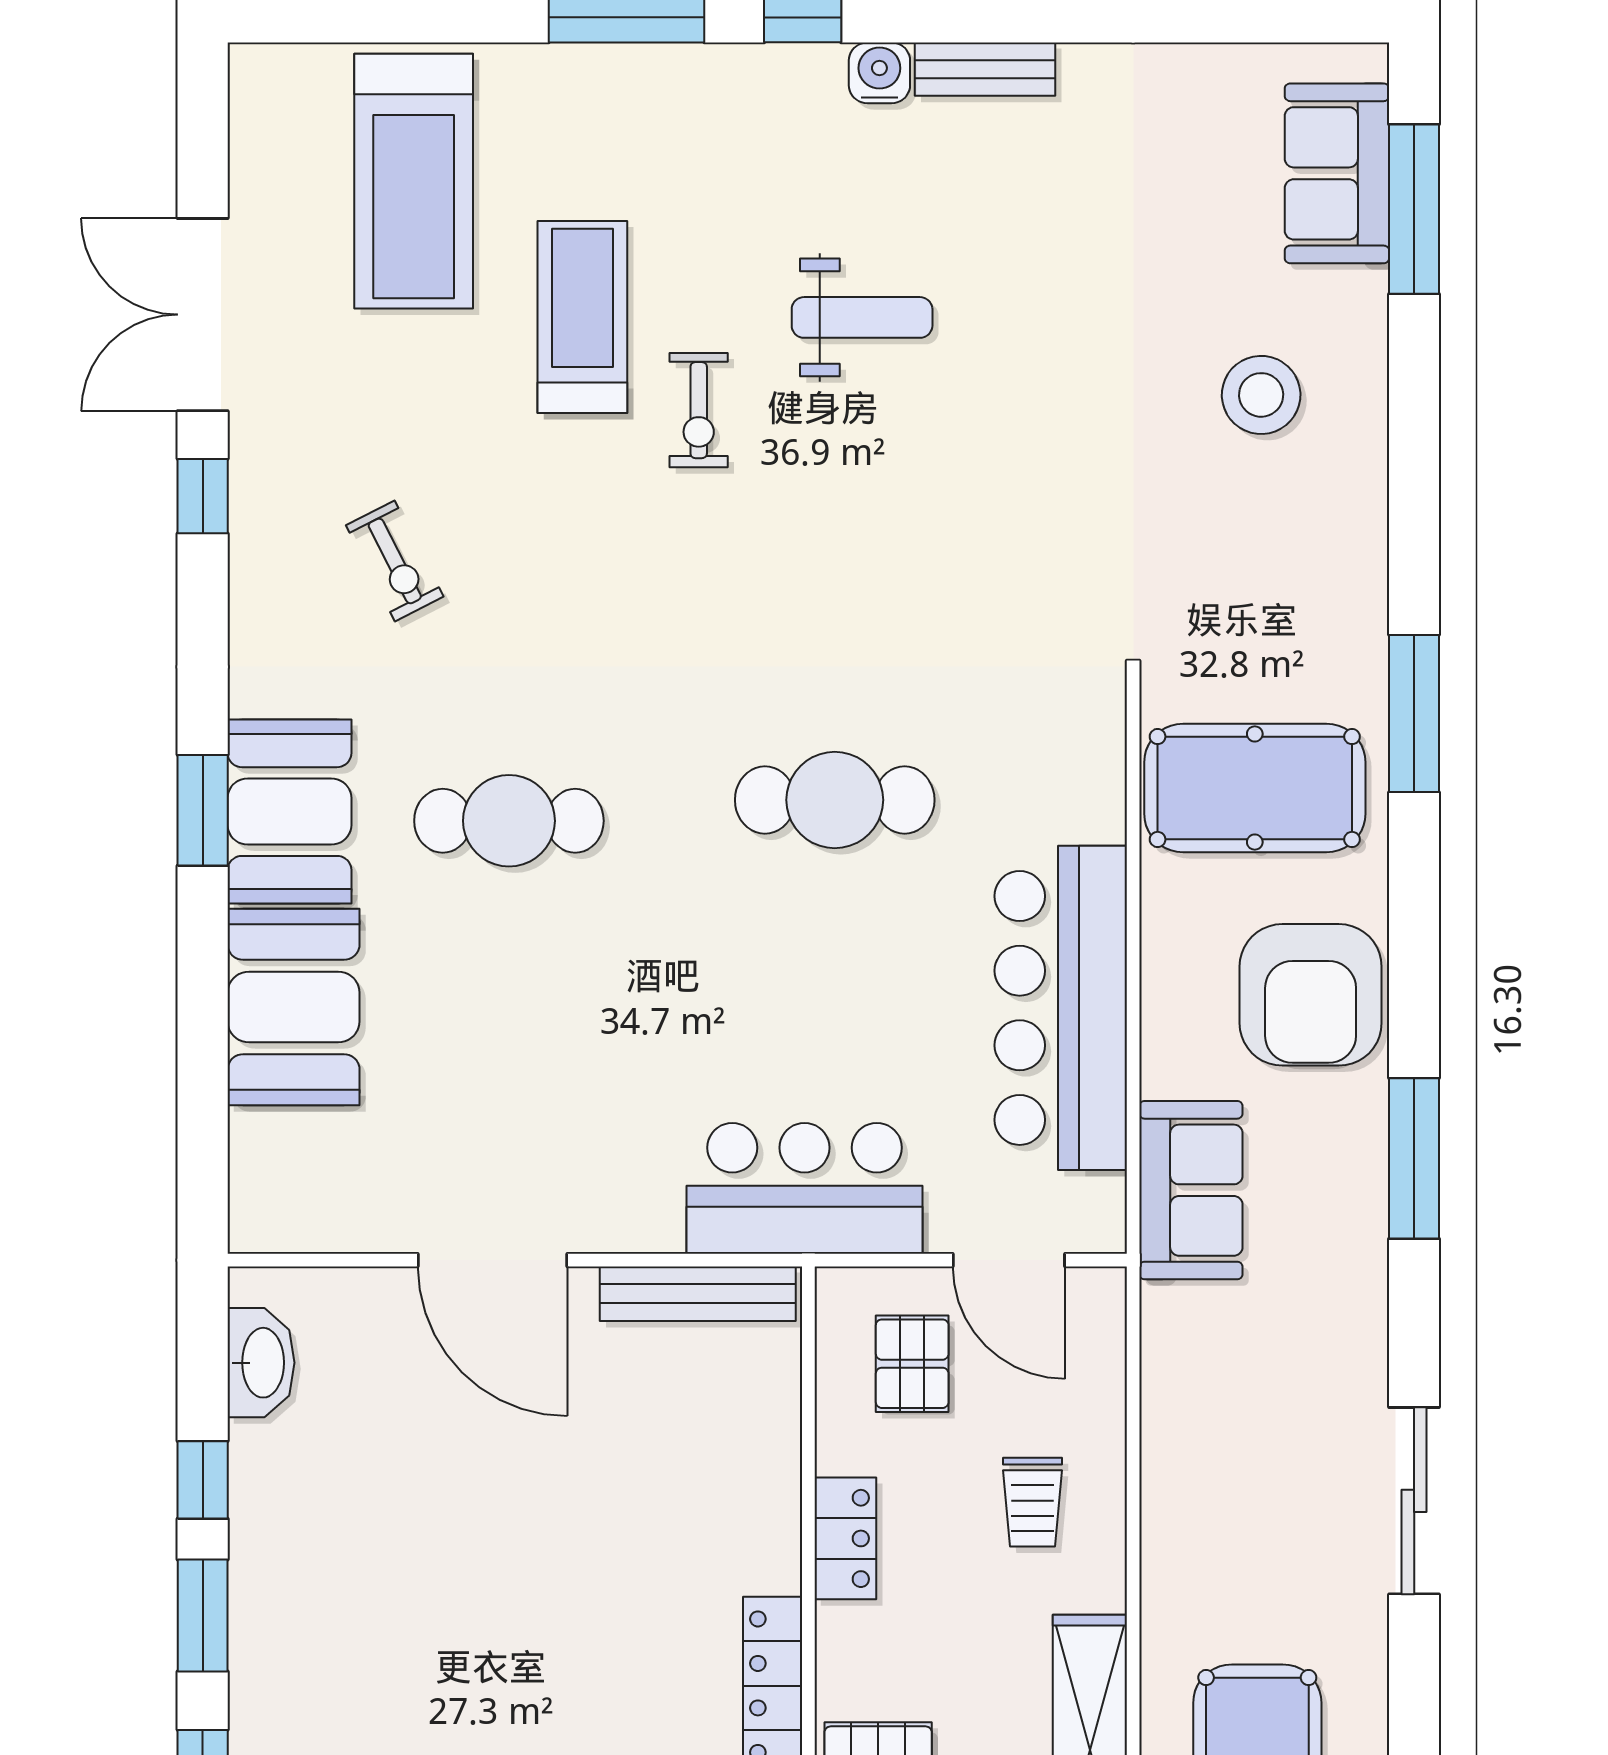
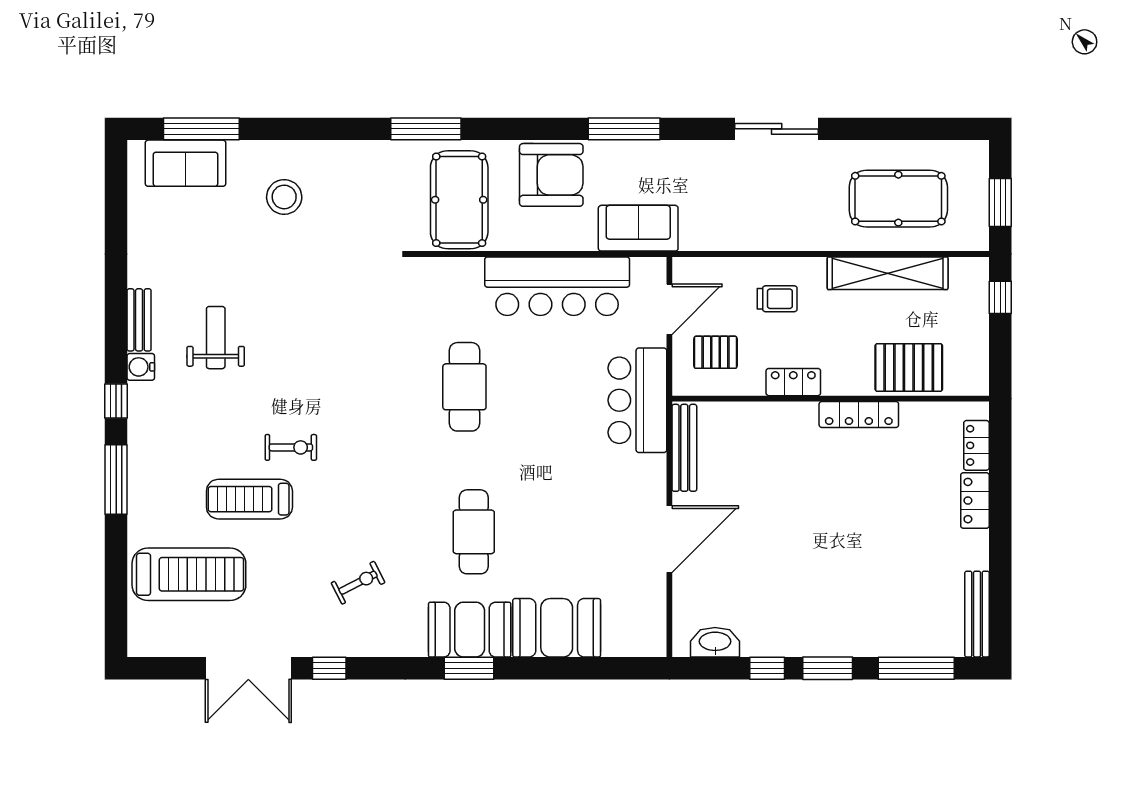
weight bench: (862, 317) -> (216, 338), moved

